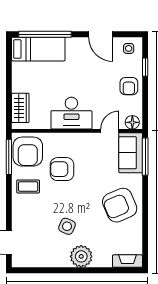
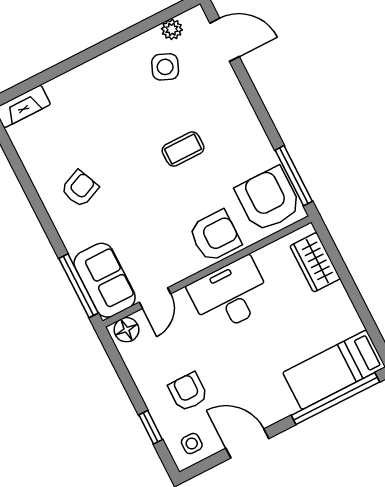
armchair: (129, 86) -> (188, 392), moved
armchair: (62, 169) -> (215, 236), moved
coffee table: (28, 186) -> (183, 149), moved
armchair: (120, 205) -> (80, 189), width x0.53, depth x0.53
side table: (67, 226) -> (165, 67), moved
plant: (81, 256) -> (172, 29), moved, width x0.53, depth x0.53

